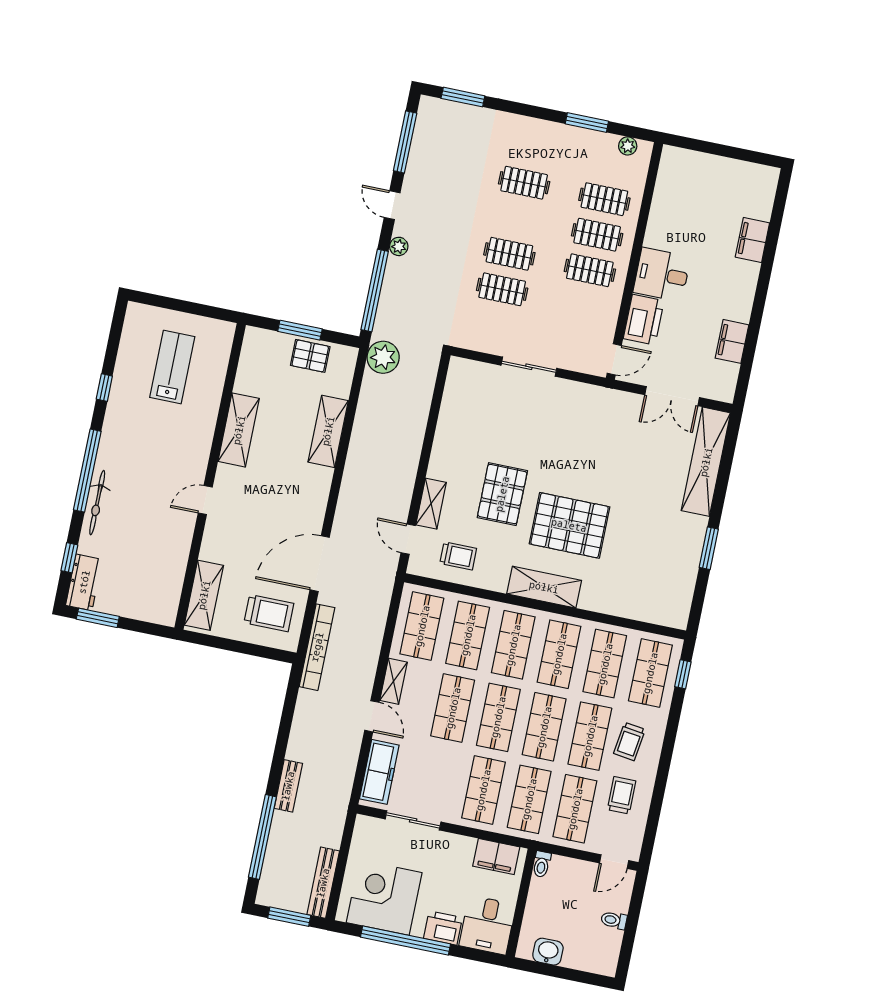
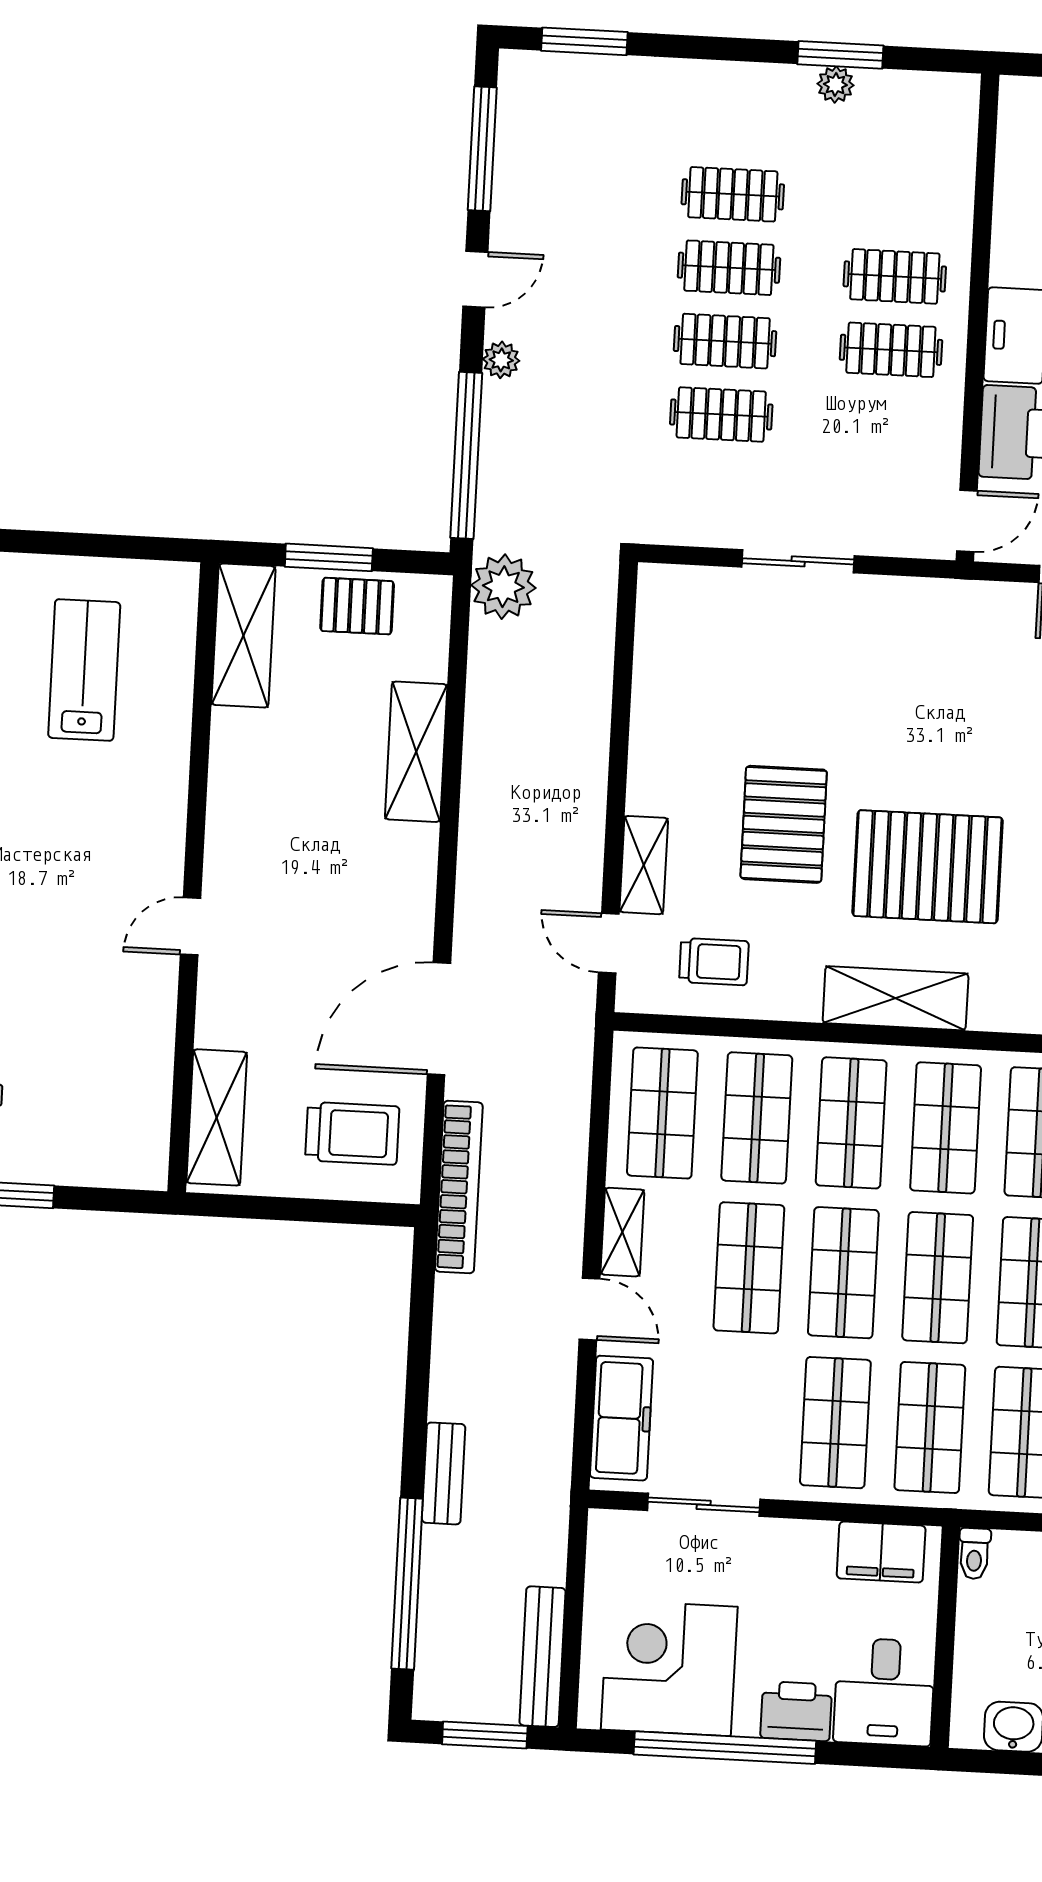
plant: (628, 146) -> (835, 85), moved
clothes rail: (604, 199) -> (729, 268), moved
door: (392, 205) -> (475, 279), swing flipped
shelving: (239, 430) -> (243, 636), moved

